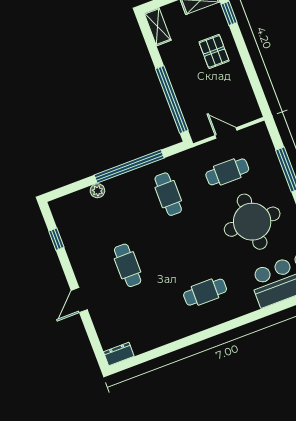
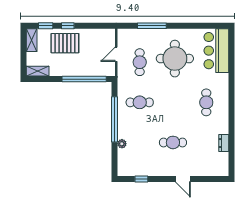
window: (241, 46) -> (68, 26), added
pallet: (214, 51) -> (65, 43), width x1.50, depth x1.42
dresser: (119, 354) -> (224, 143), moved

